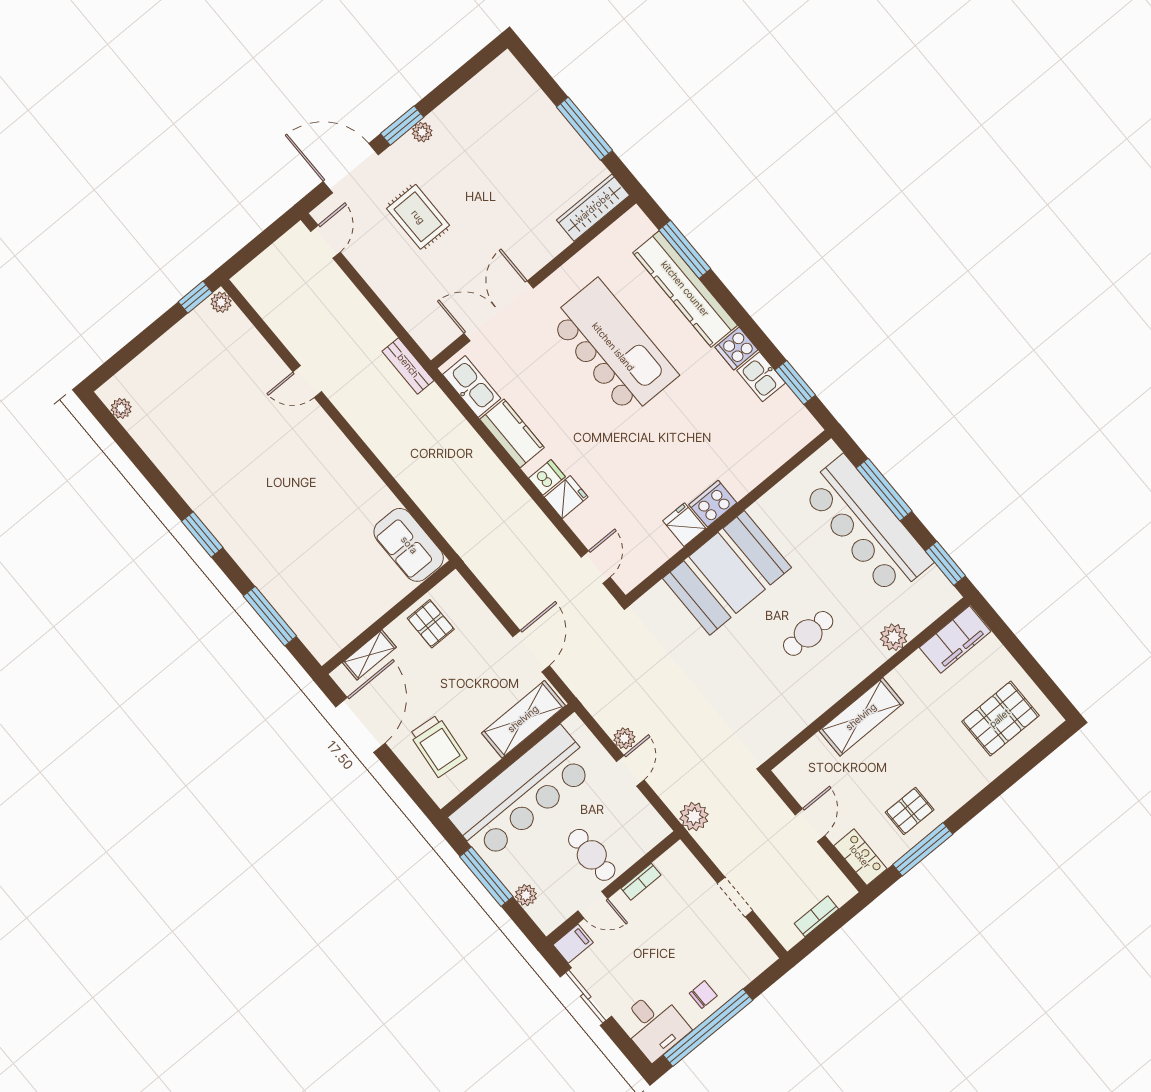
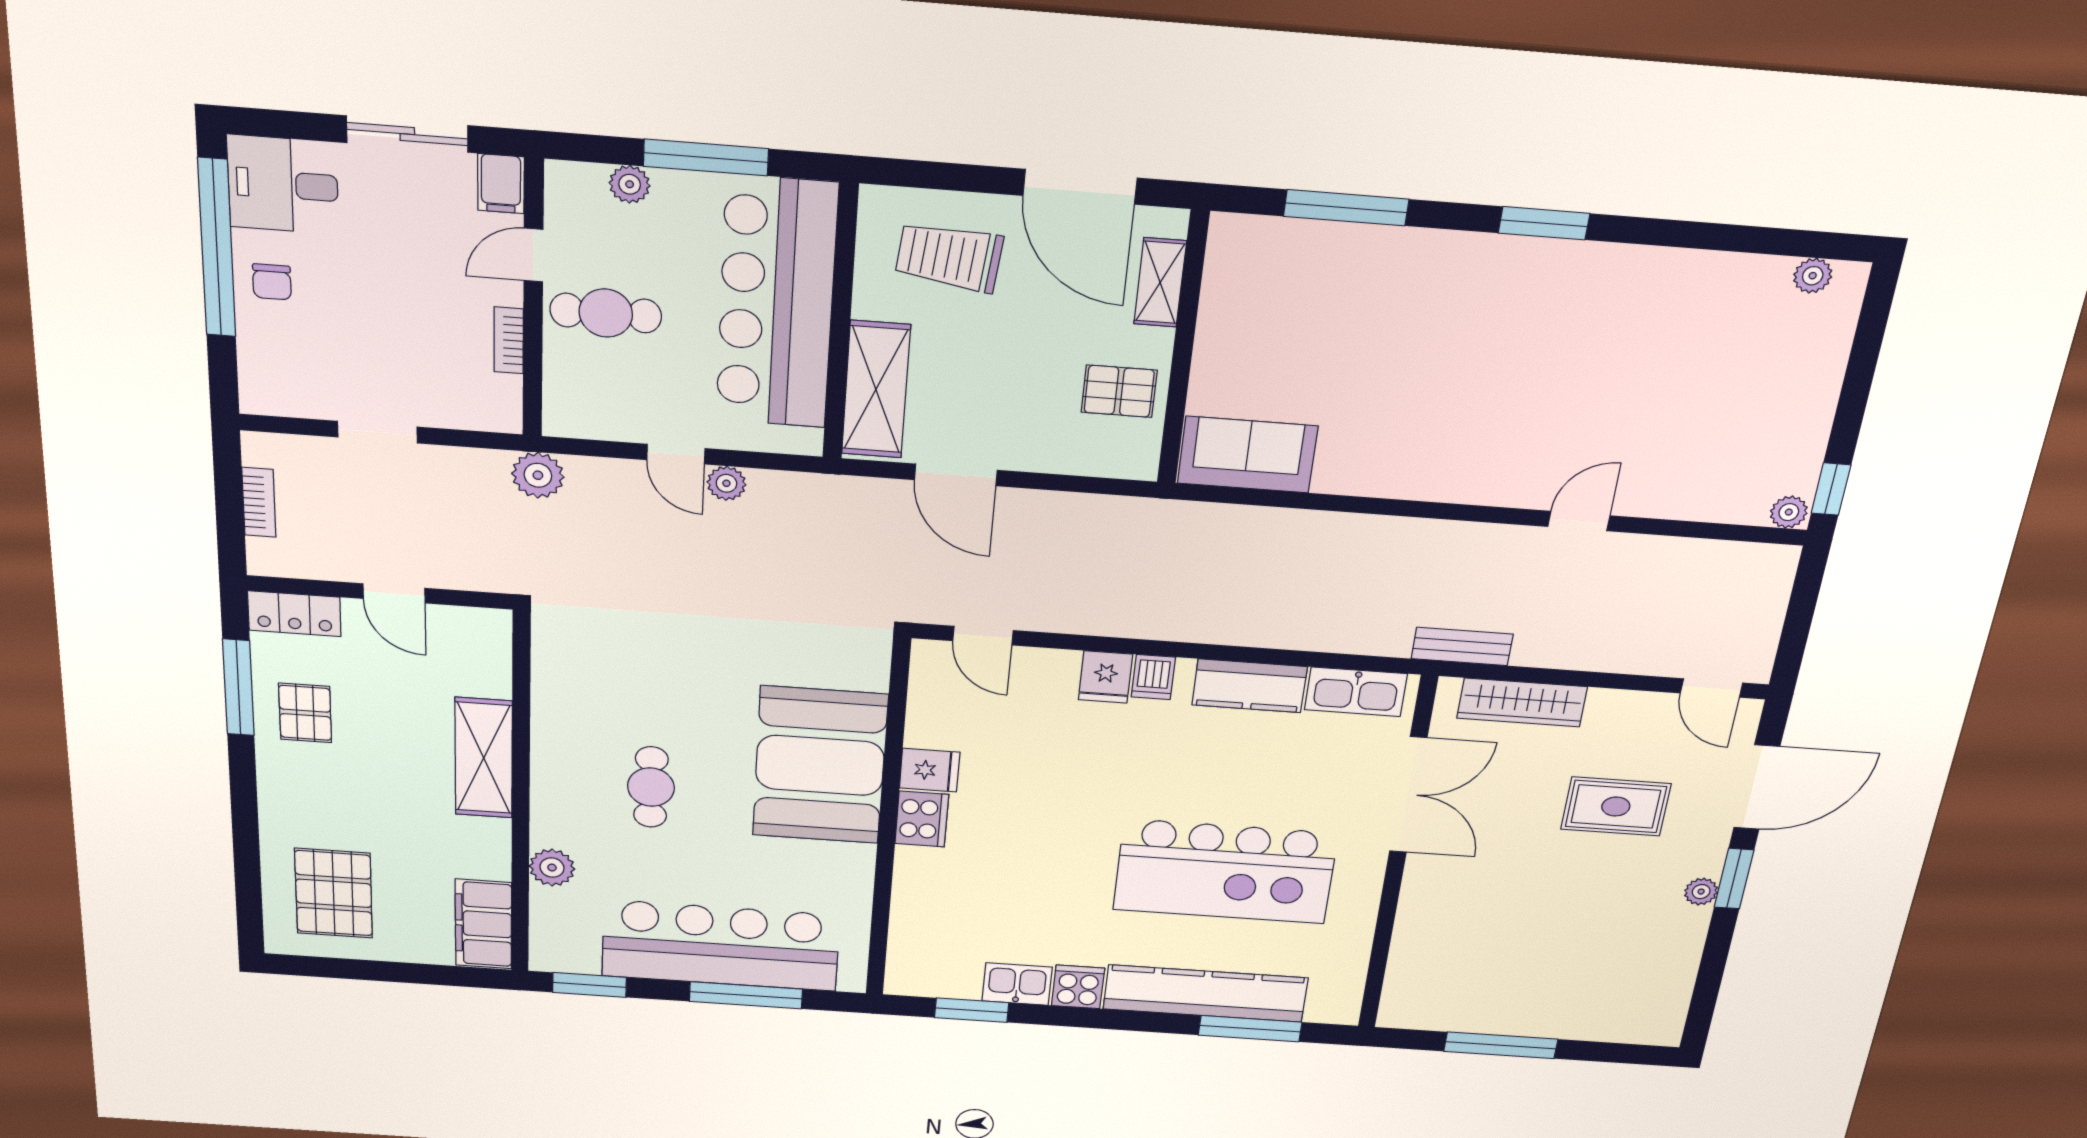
wardrobe: (593, 208) -> (1522, 702), moved, turned 90

